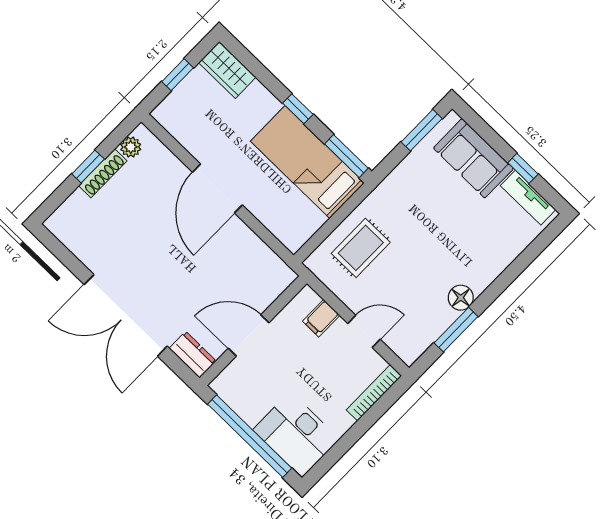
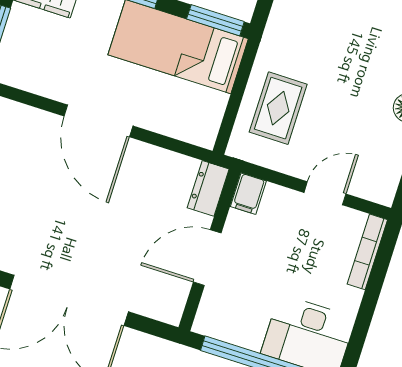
filing cabinet: (321, 318) -> (248, 194), moved
dresser: (193, 355) -> (208, 188), moved, turned -90

